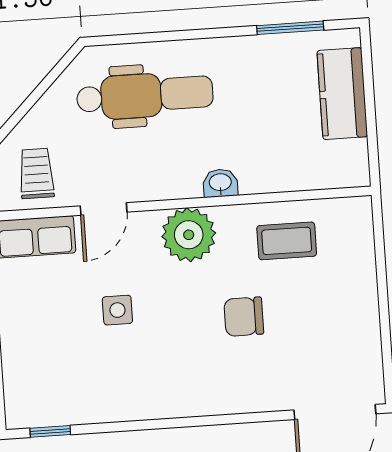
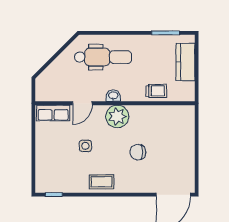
trolley: (36, 173) -> (156, 91), moved, turned 90
washbasin: (220, 183) -> (113, 96), moved
coffee table: (287, 241) -> (102, 182), moved

